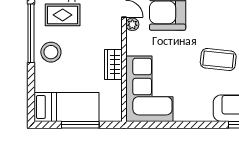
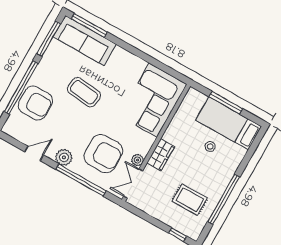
stool: (51, 52) -> (210, 146), moved, width x0.53, depth x0.53
wardrobe: (113, 64) -> (161, 155), moved

